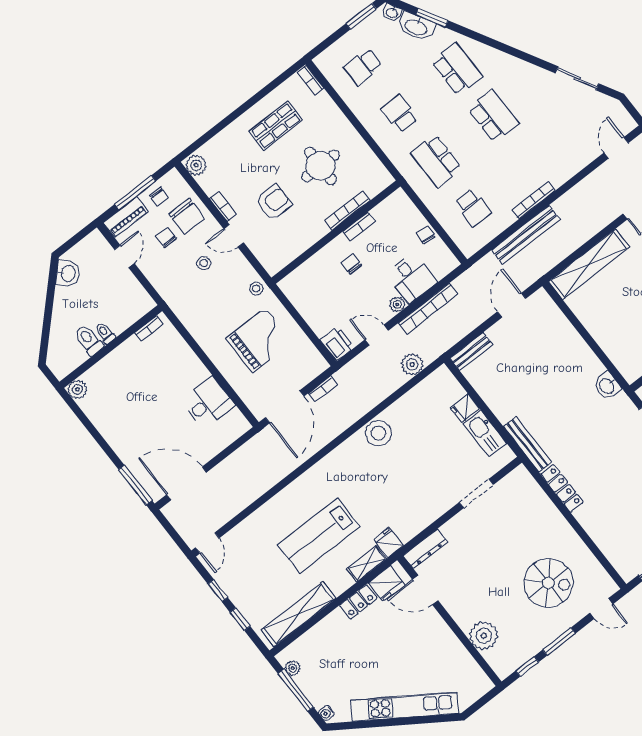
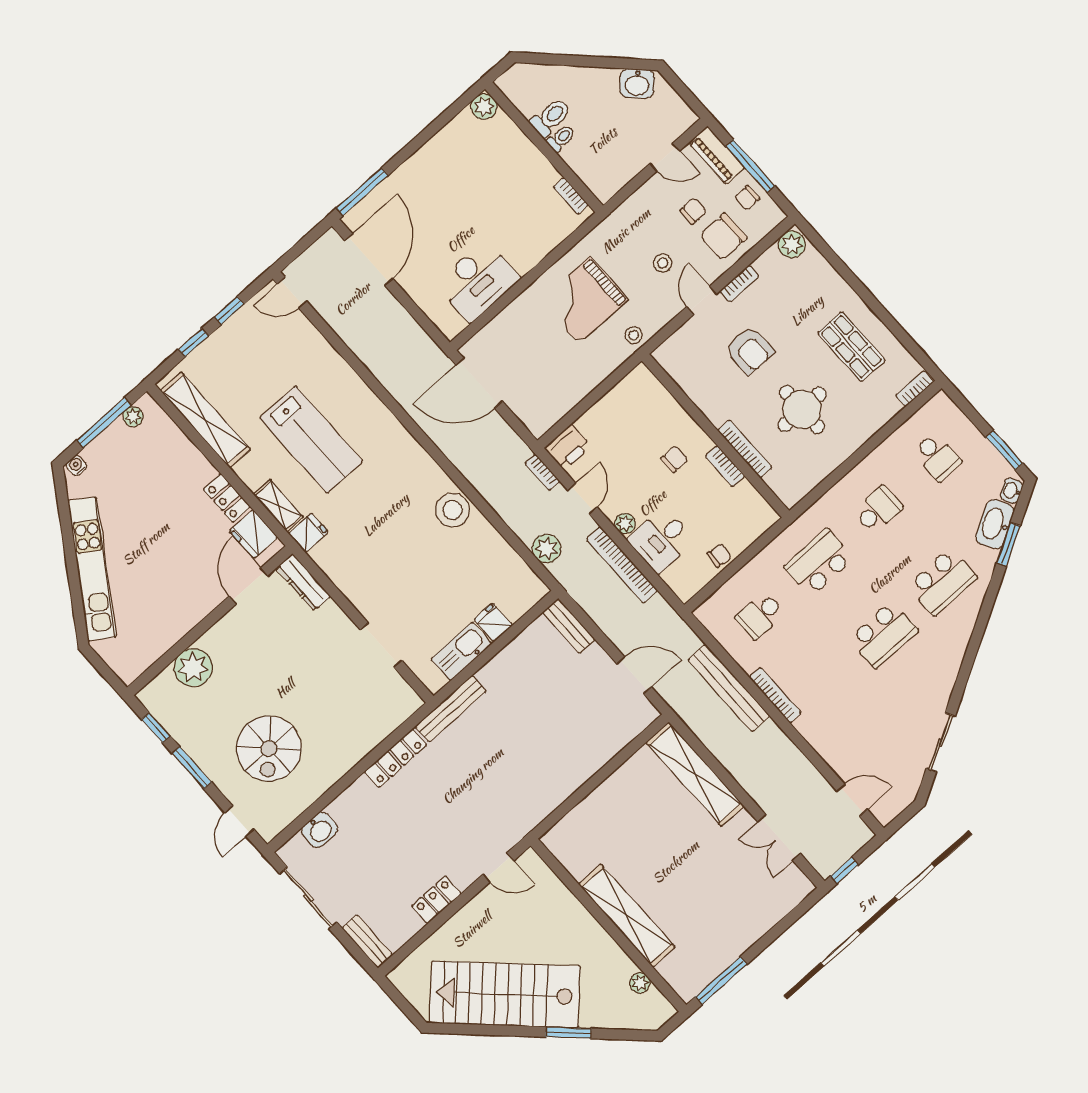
school desk: (363, 67) -> (937, 457), turned 180
grand piano: (259, 340) -> (584, 300), moved, turned 90
washbasin: (607, 386) -> (320, 830), moved, turned 180
bookcase: (323, 389) -> (542, 472), moved
desk: (208, 403) -> (478, 281), width x1.37
lab bench: (319, 536) -> (311, 440), turned 180

